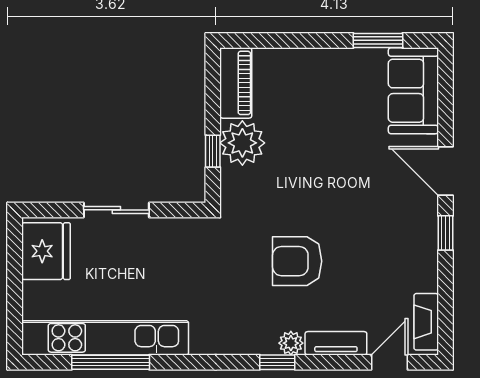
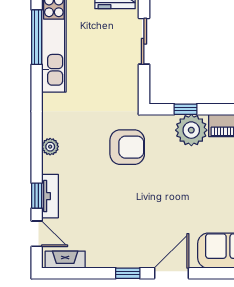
armchair: (297, 261) -> (127, 147), moved, turned 90
plant: (291, 343) -> (50, 147), moved
window: (277, 362) -> (37, 196), moved

